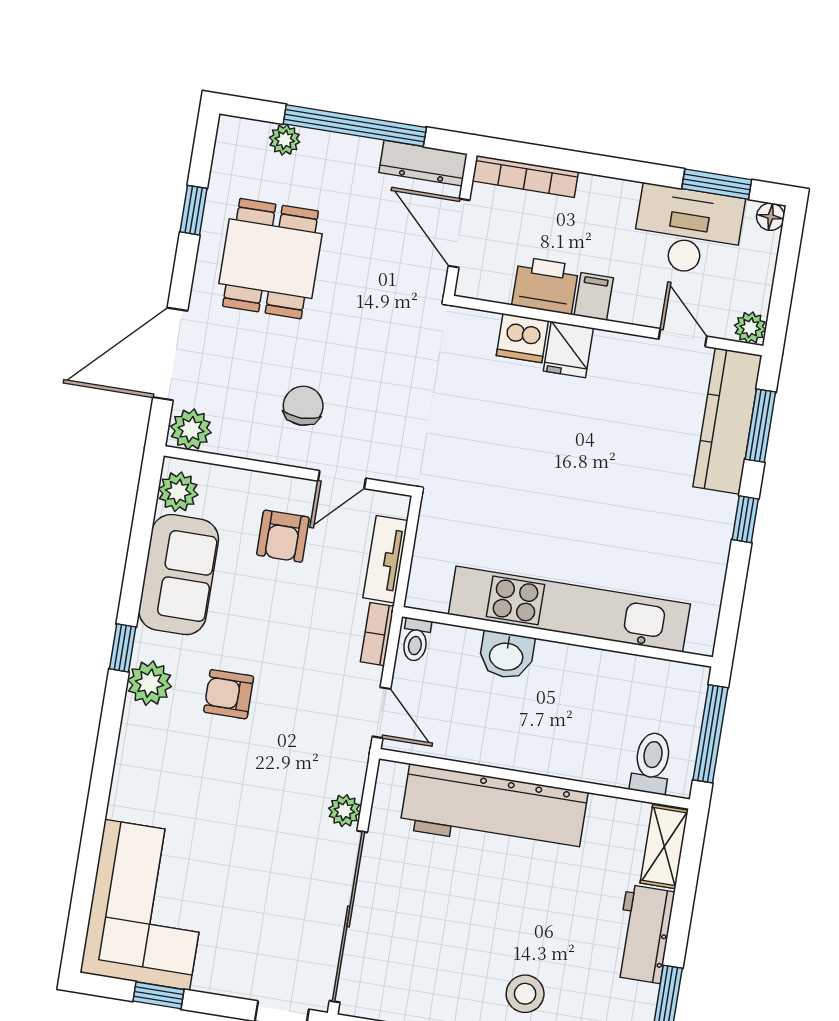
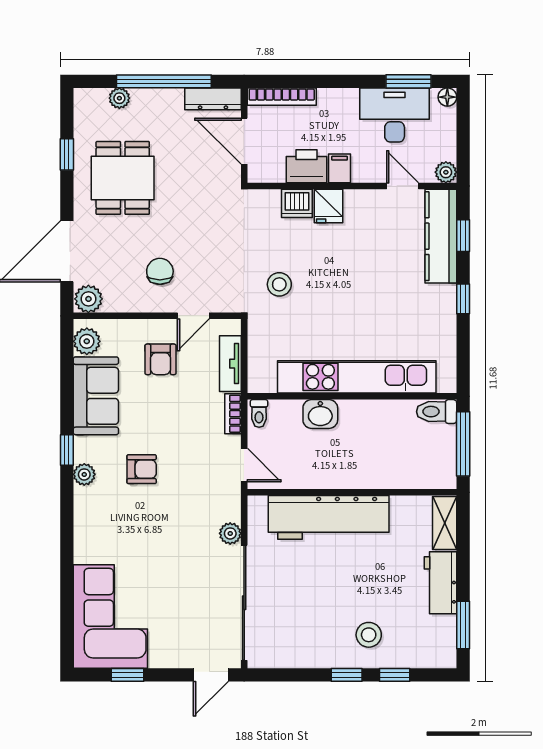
window: (760, 426) -> (463, 236), width x0.67
stool: (477, 454) -> (279, 284), added
plant: (150, 683) -> (84, 474), width x0.73, depth x0.73
armchair: (229, 694) -> (142, 469), turned 180
toilet: (652, 763) -> (437, 412), moved, turned -90

